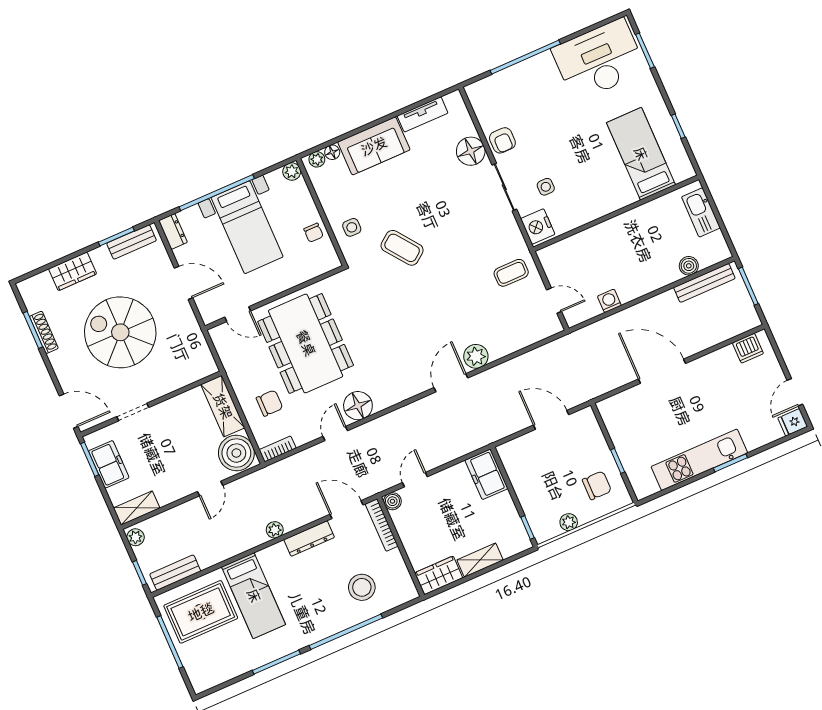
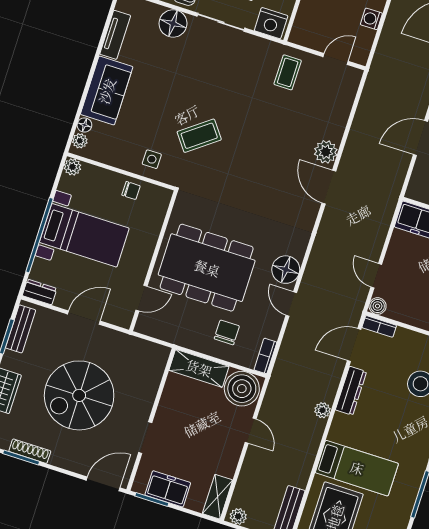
bookcase: (382, 525) -> (379, 326), width x0.64

